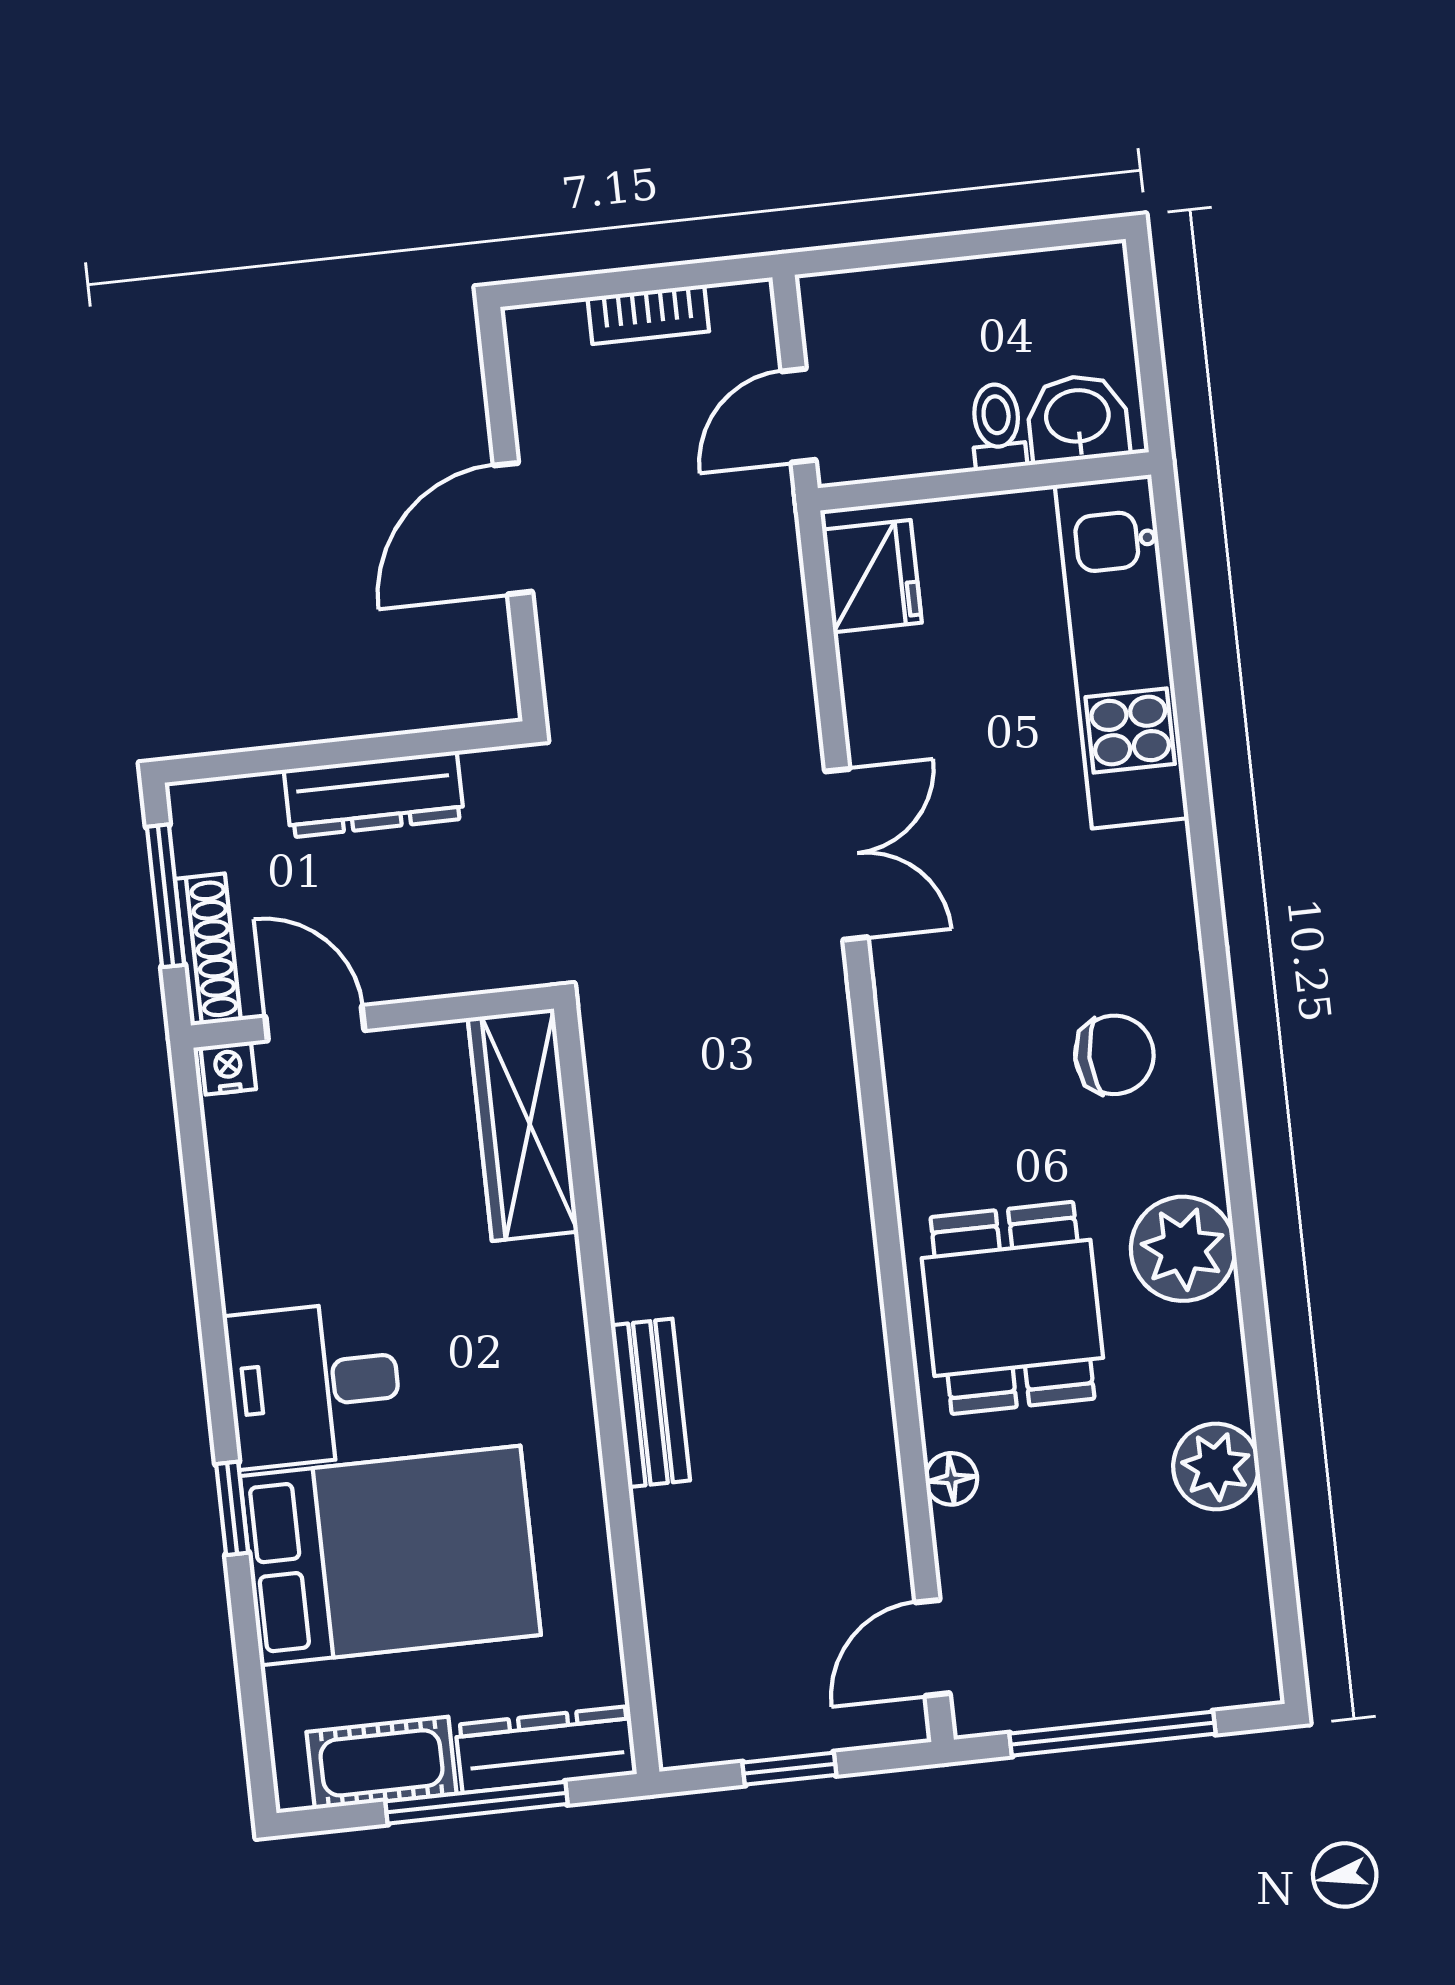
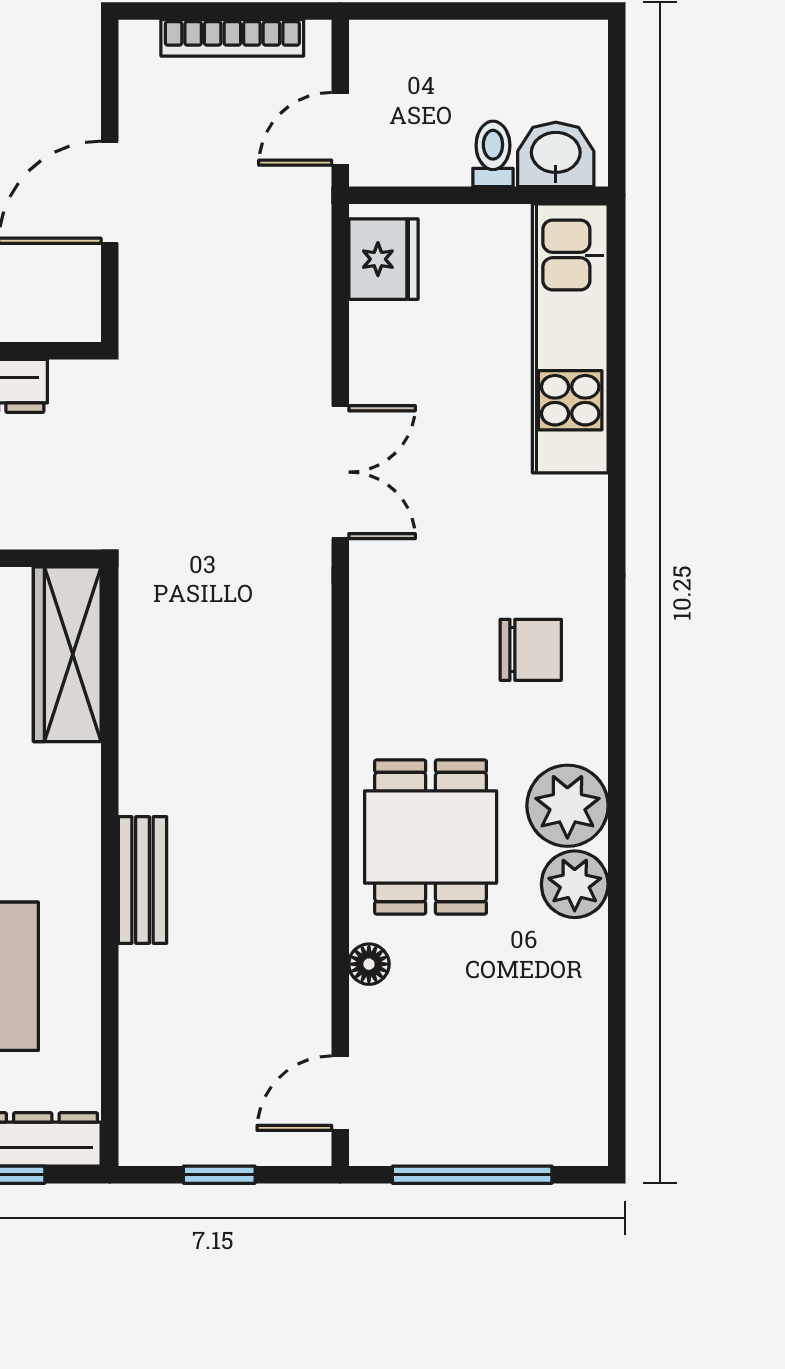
bookcase: (648, 314) -> (232, 38), width x1.56
plant: (1216, 1467) -> (575, 884), moved

